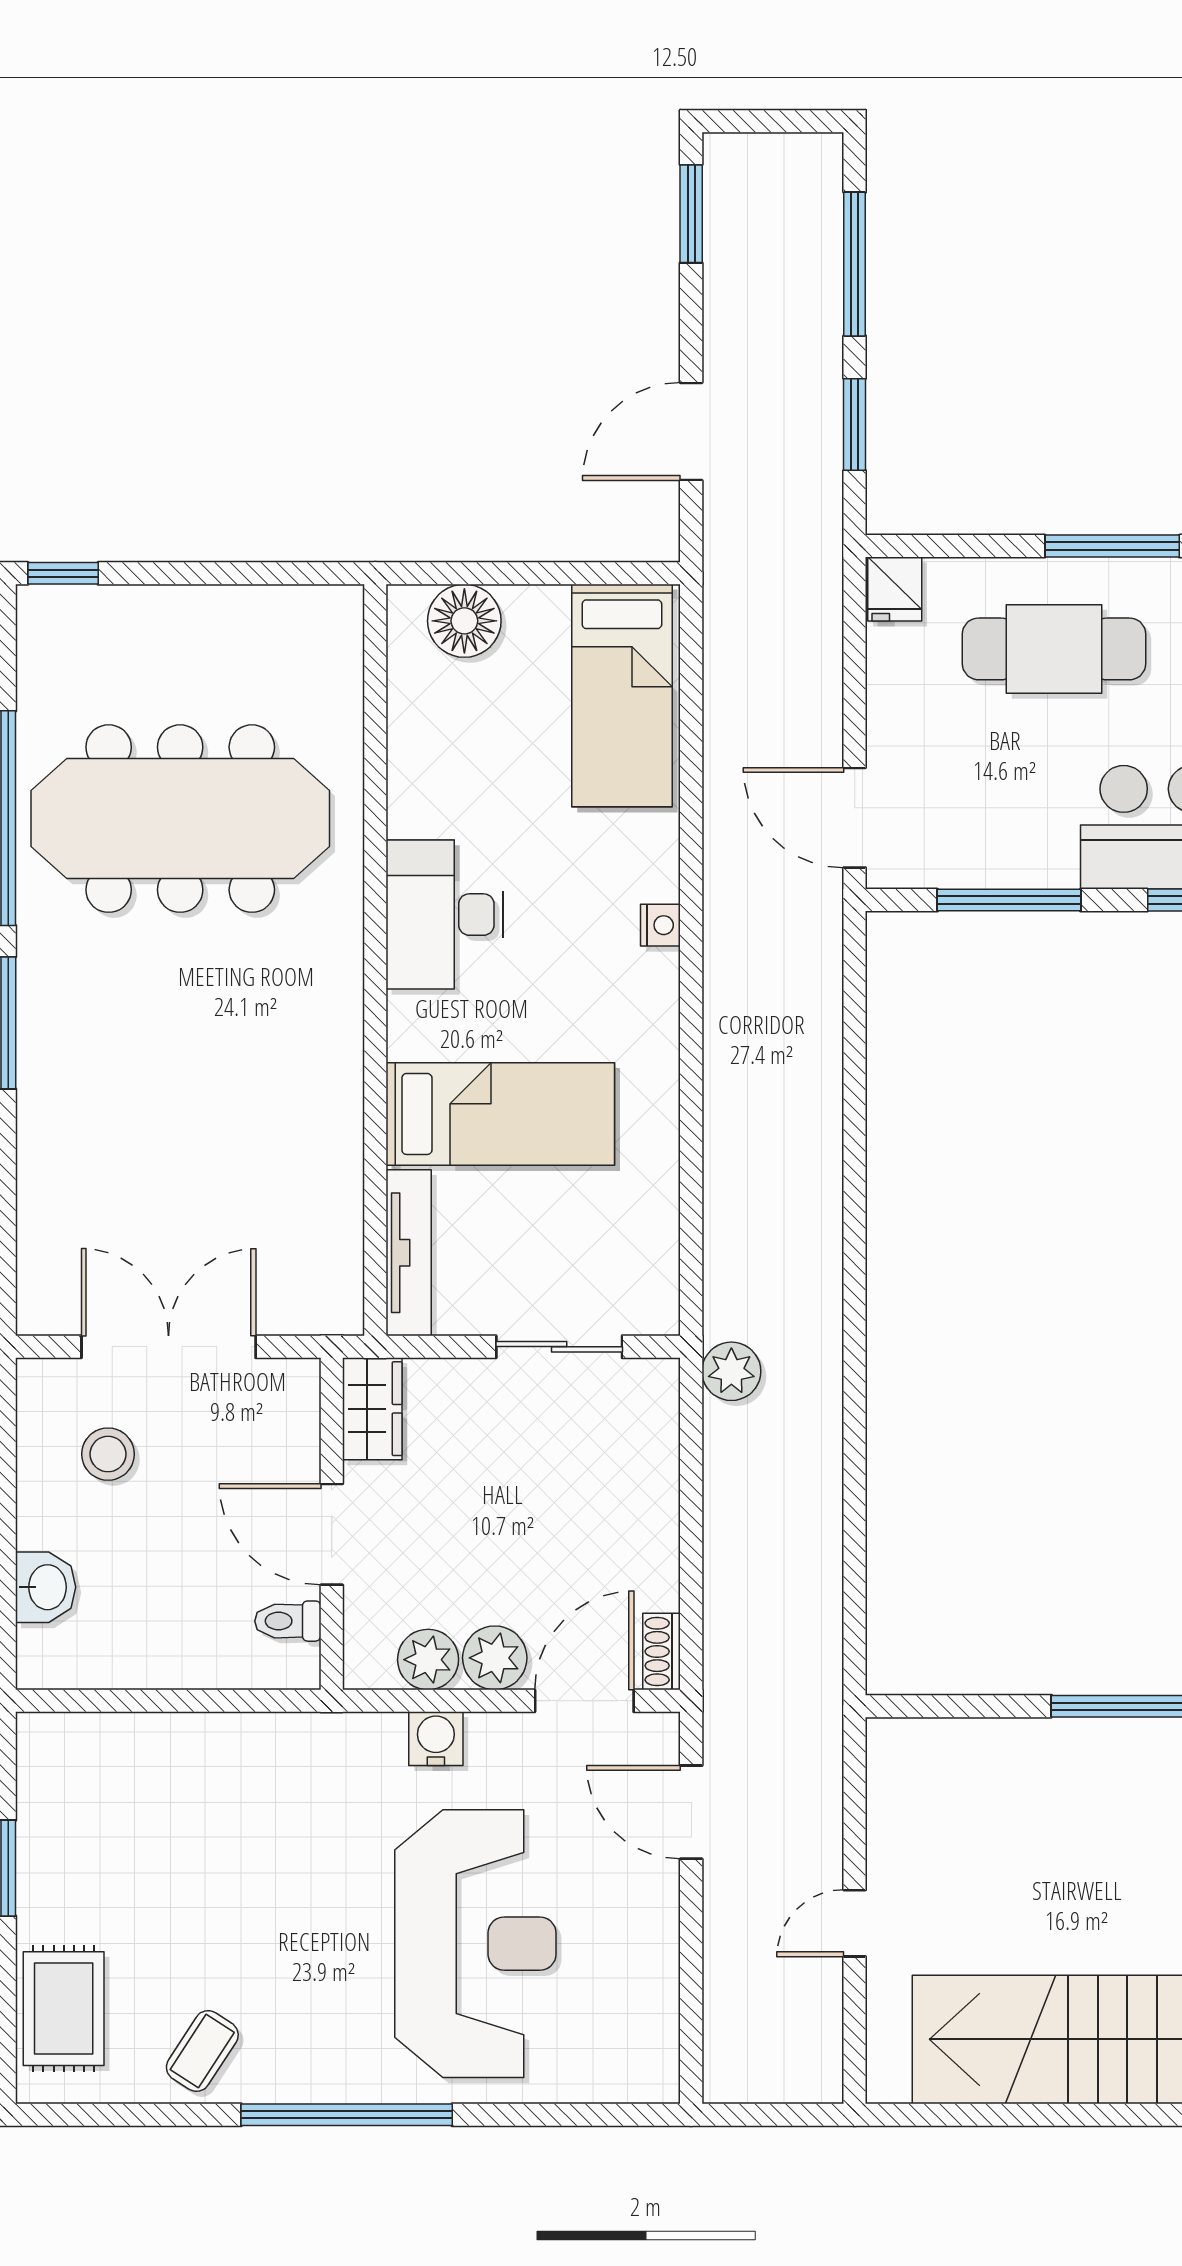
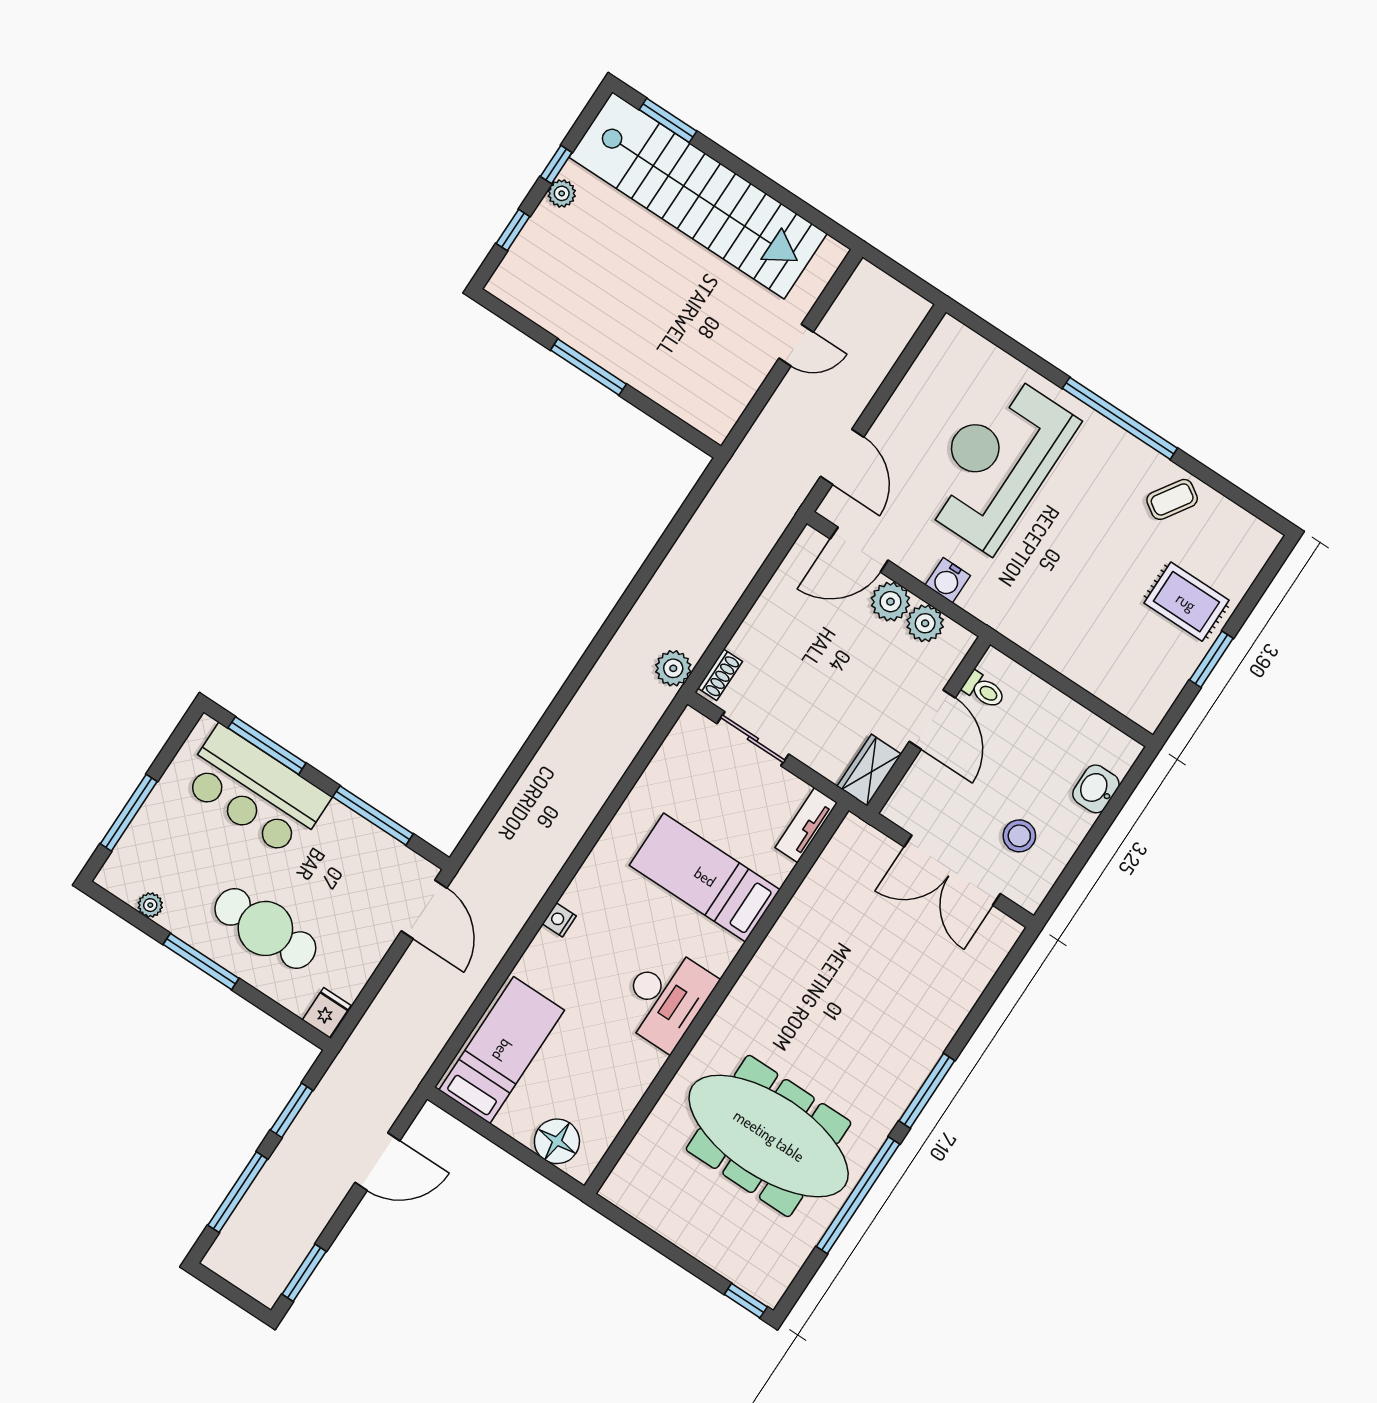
tv unit: (409, 1253) -> (806, 825), width x0.71
shoe rack: (662, 1651) -> (720, 675), moved
rug: (64, 2009) -> (1186, 602), moved, turned 90

